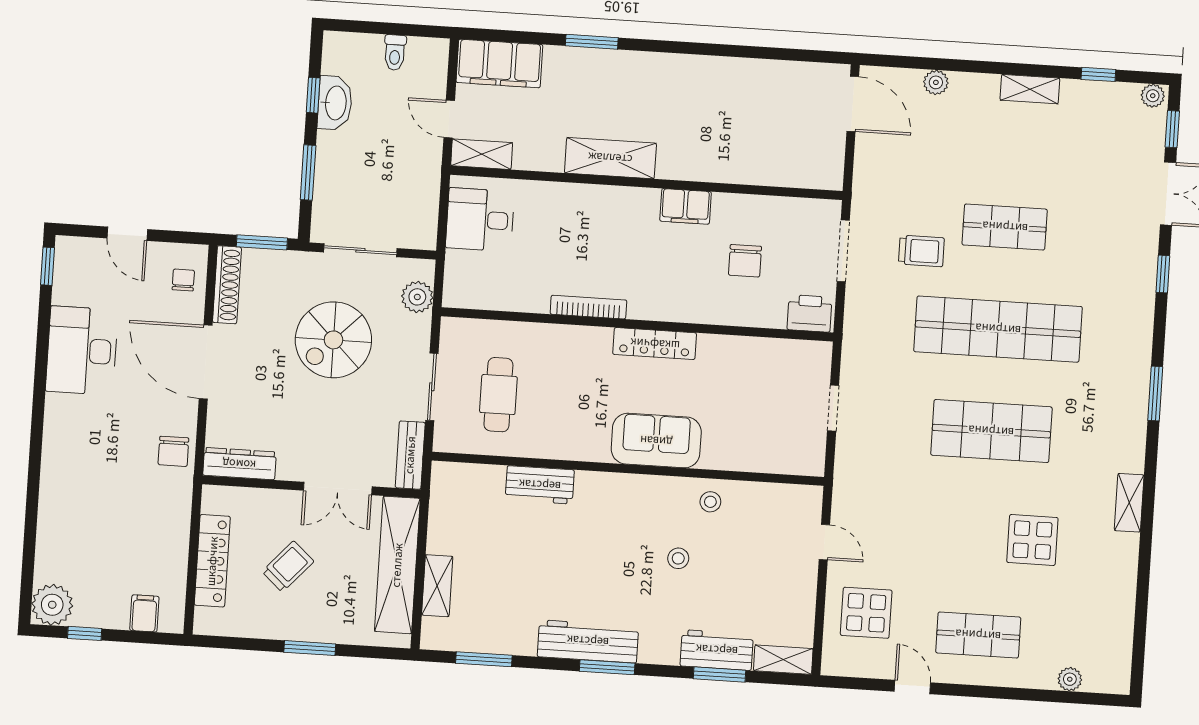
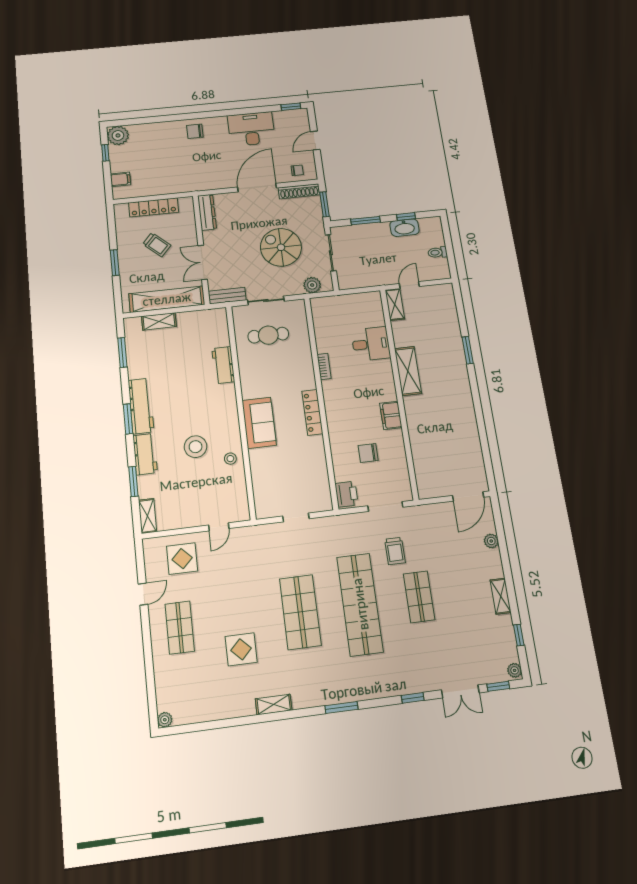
filing cabinet: (499, 64) -> (445, 305), removed
desk: (480, 220) -> (371, 344), moved, turned 90
bookcase: (588, 307) -> (324, 366), width x0.64
chair: (173, 451) -> (195, 131), moved
stool: (678, 558) -> (196, 447), width x1.89, depth x1.89
workbench: (717, 650) -> (145, 454), moved
plant: (1070, 679) -> (165, 720), moved

